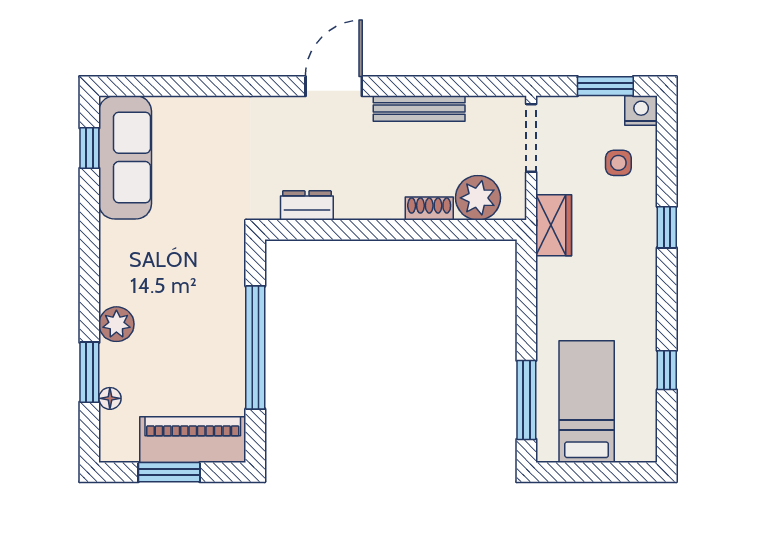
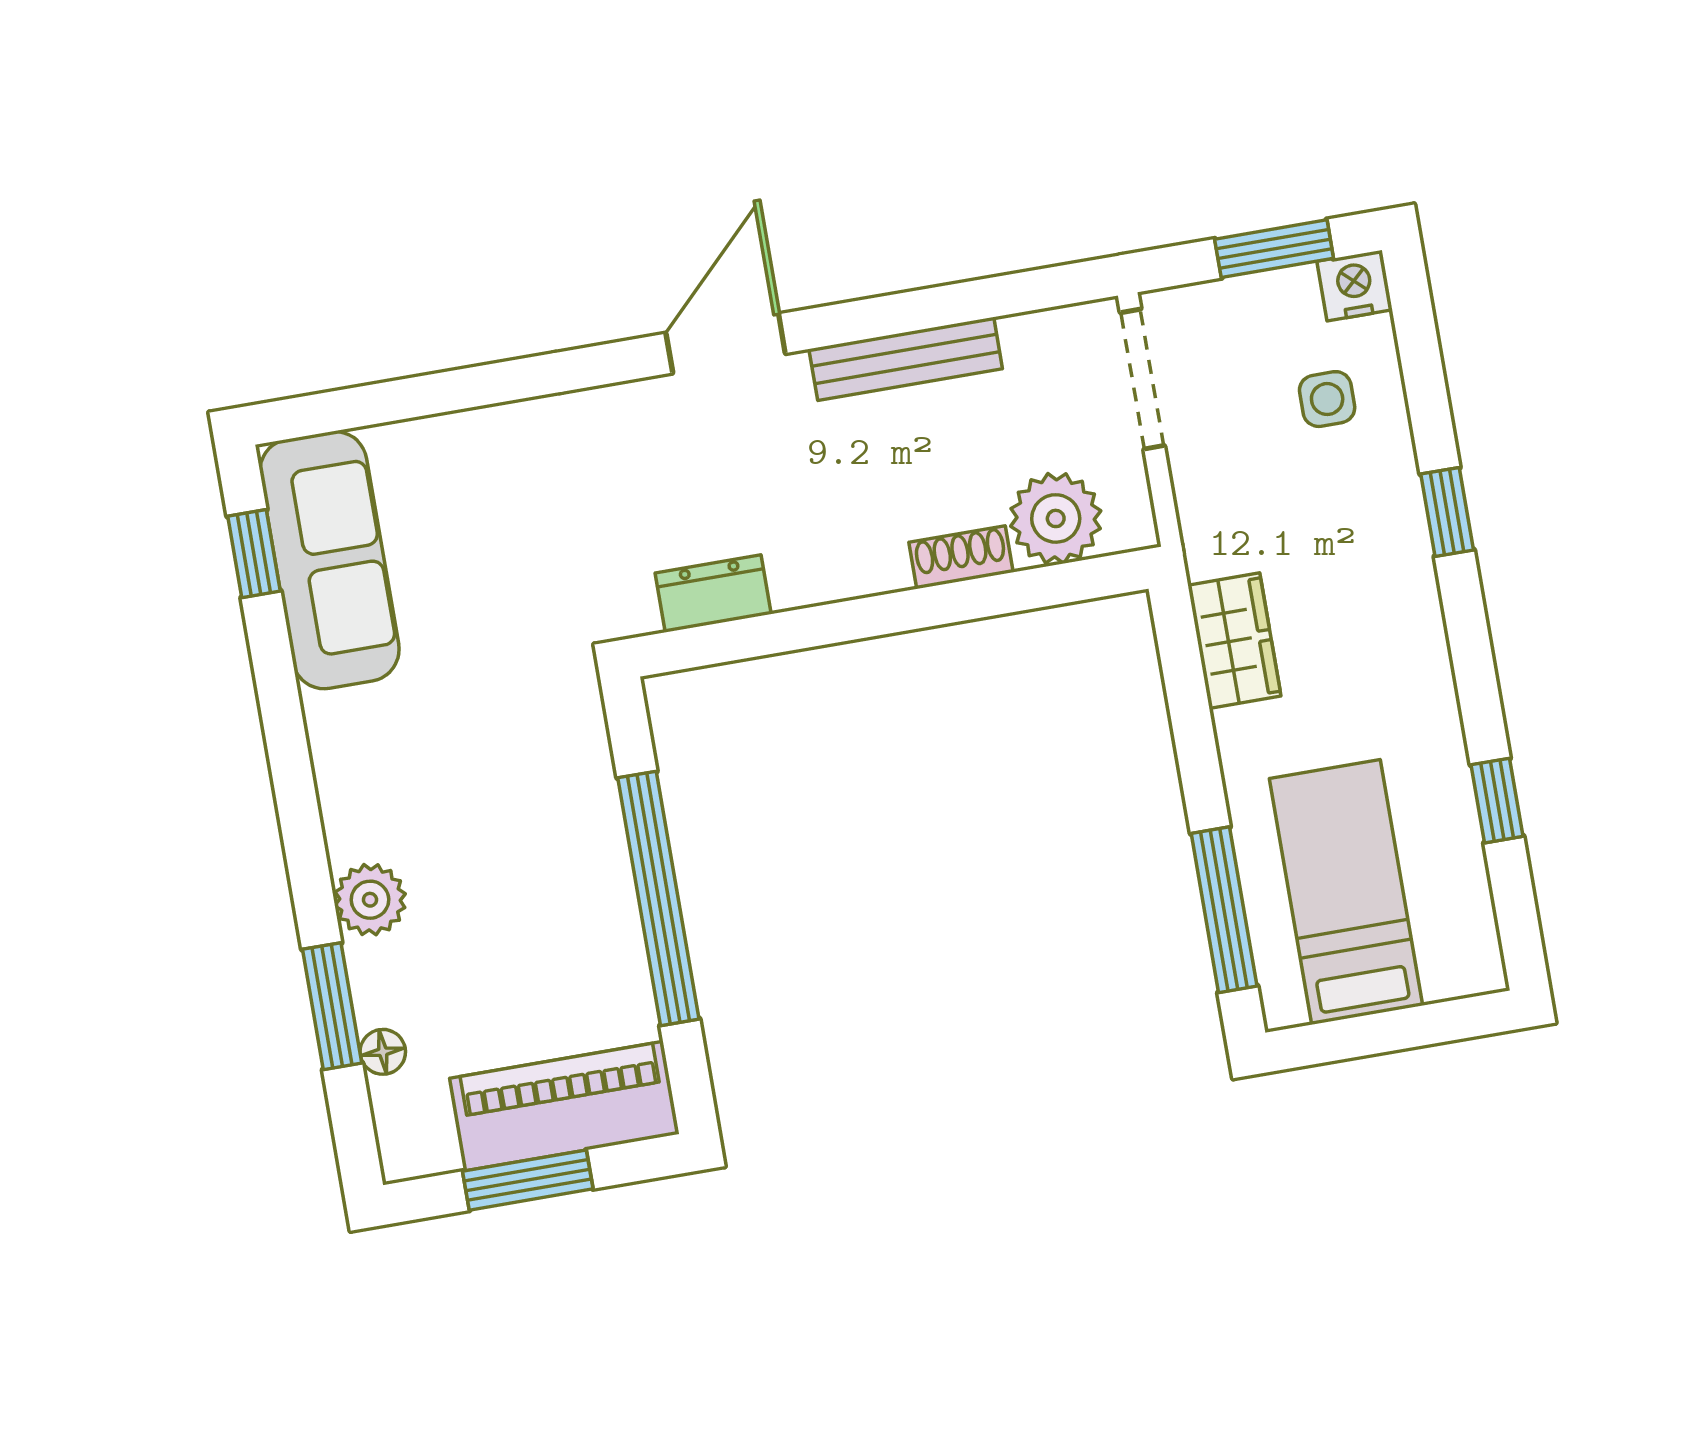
wardrobe: (554, 225) -> (1234, 641), moved

